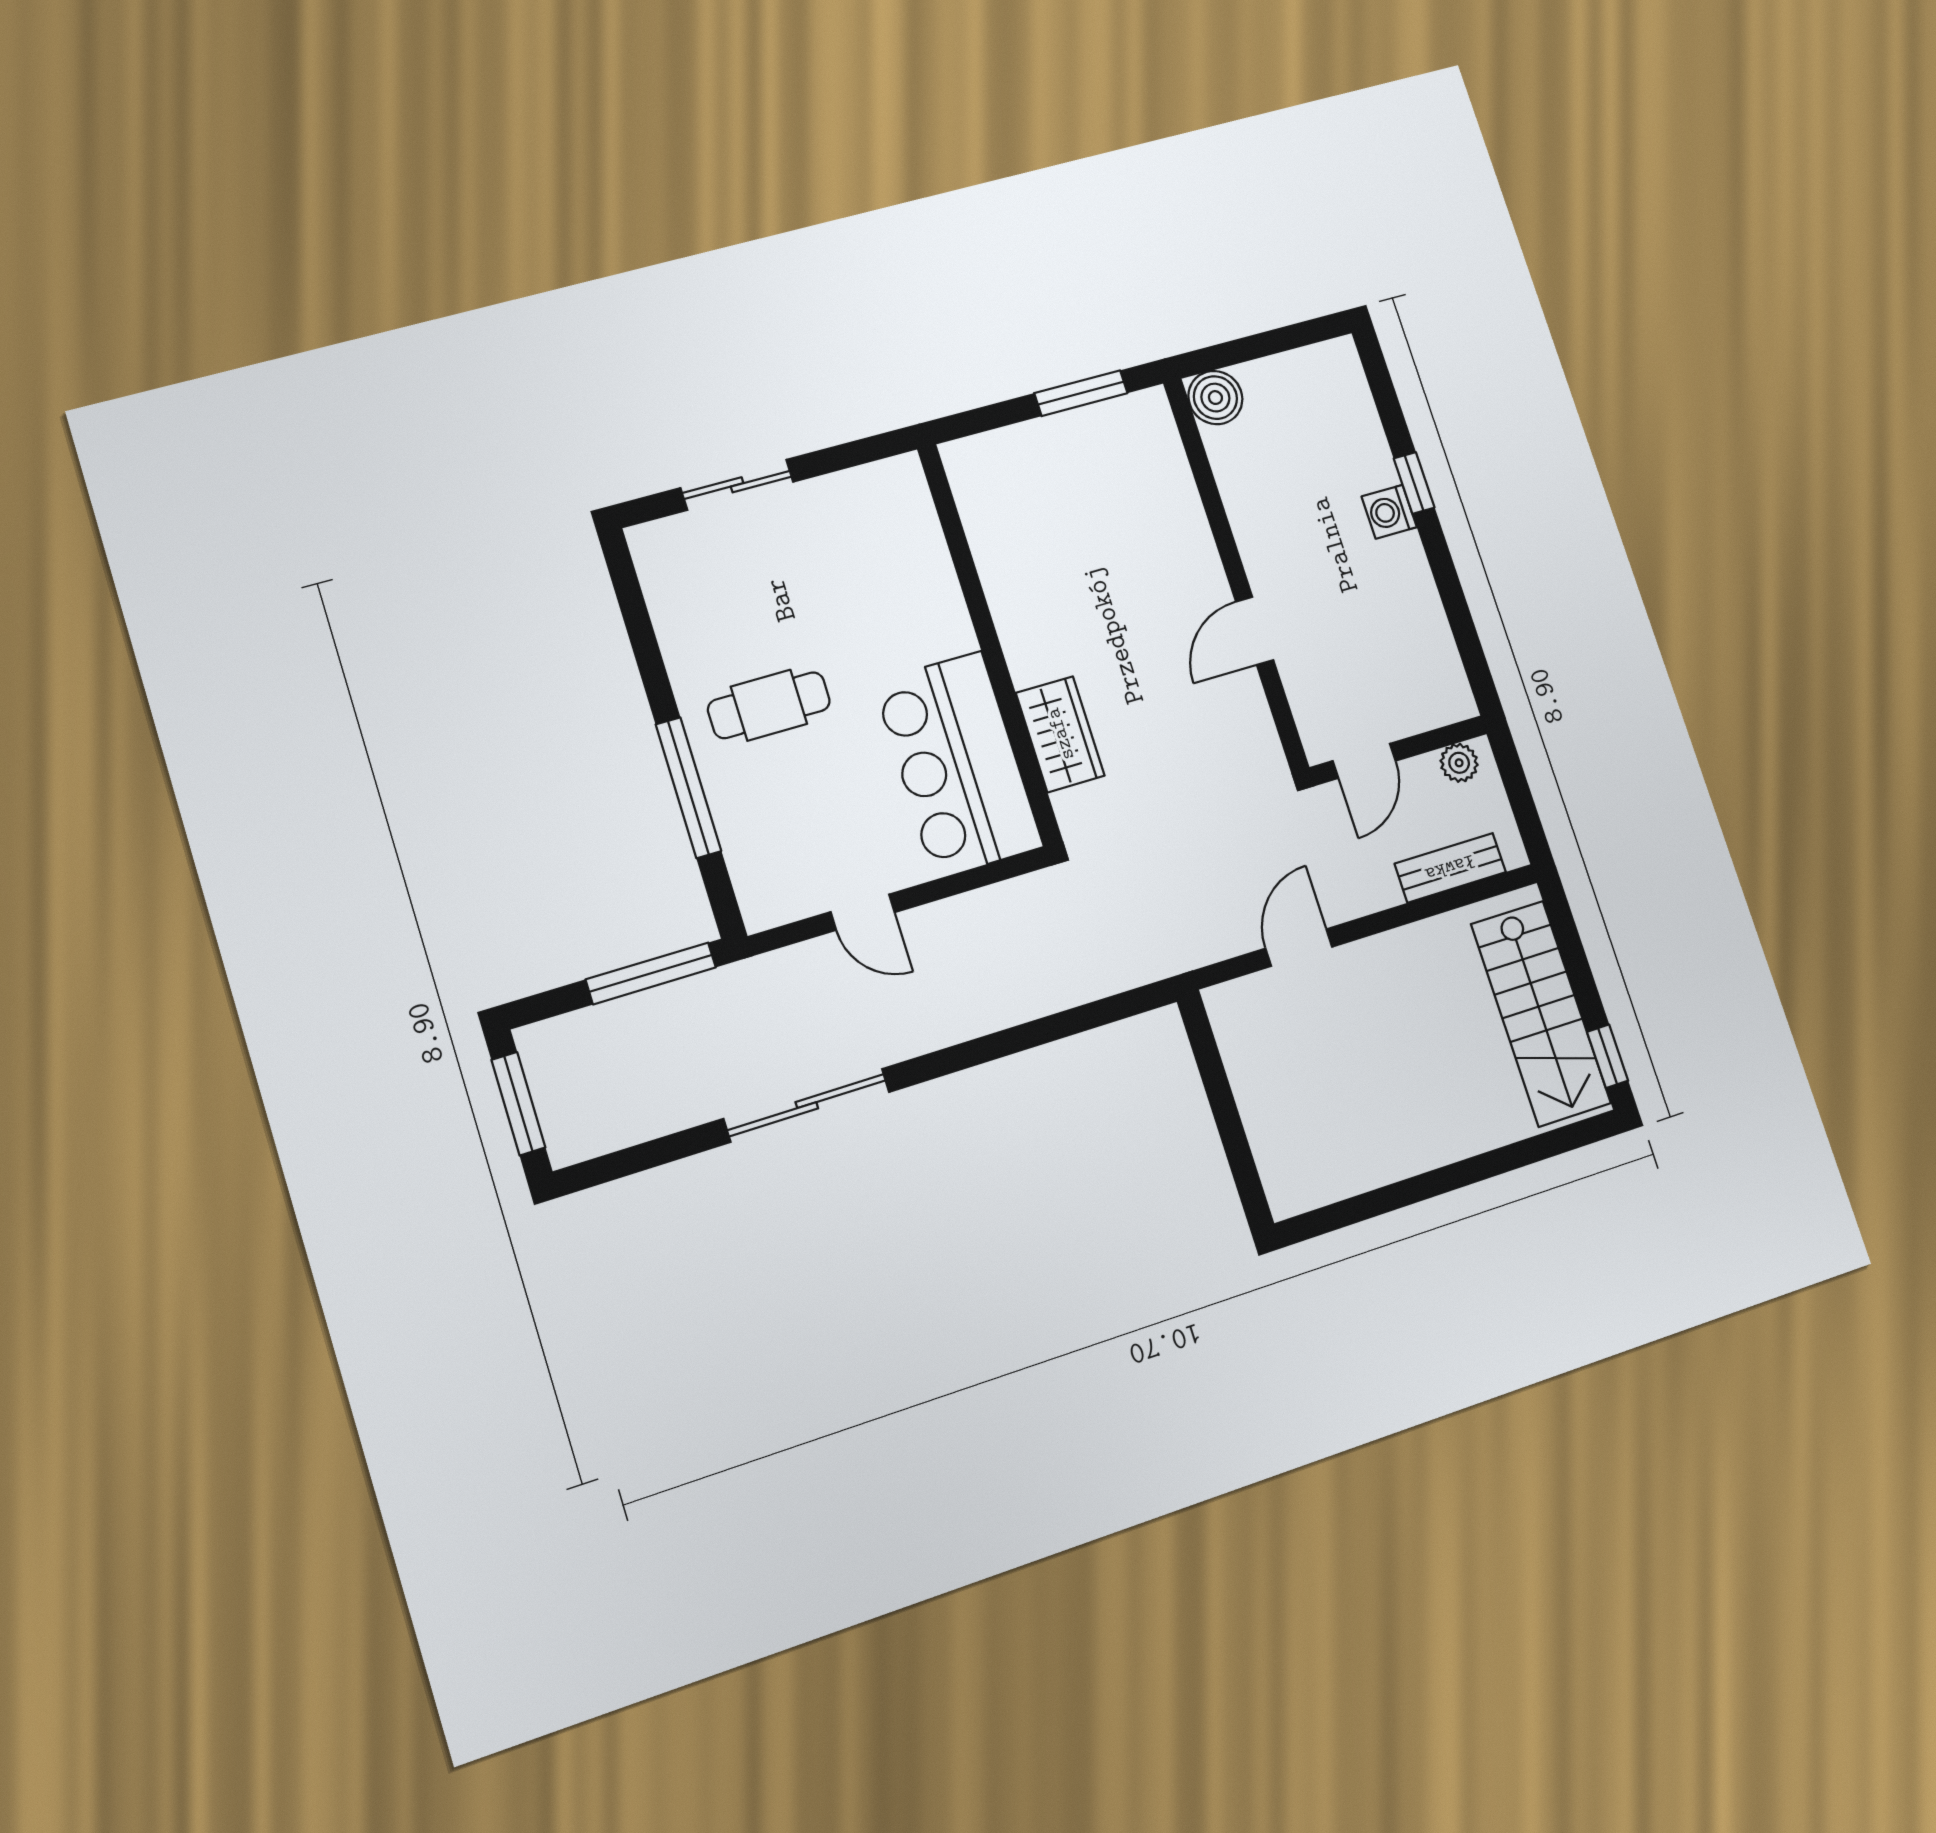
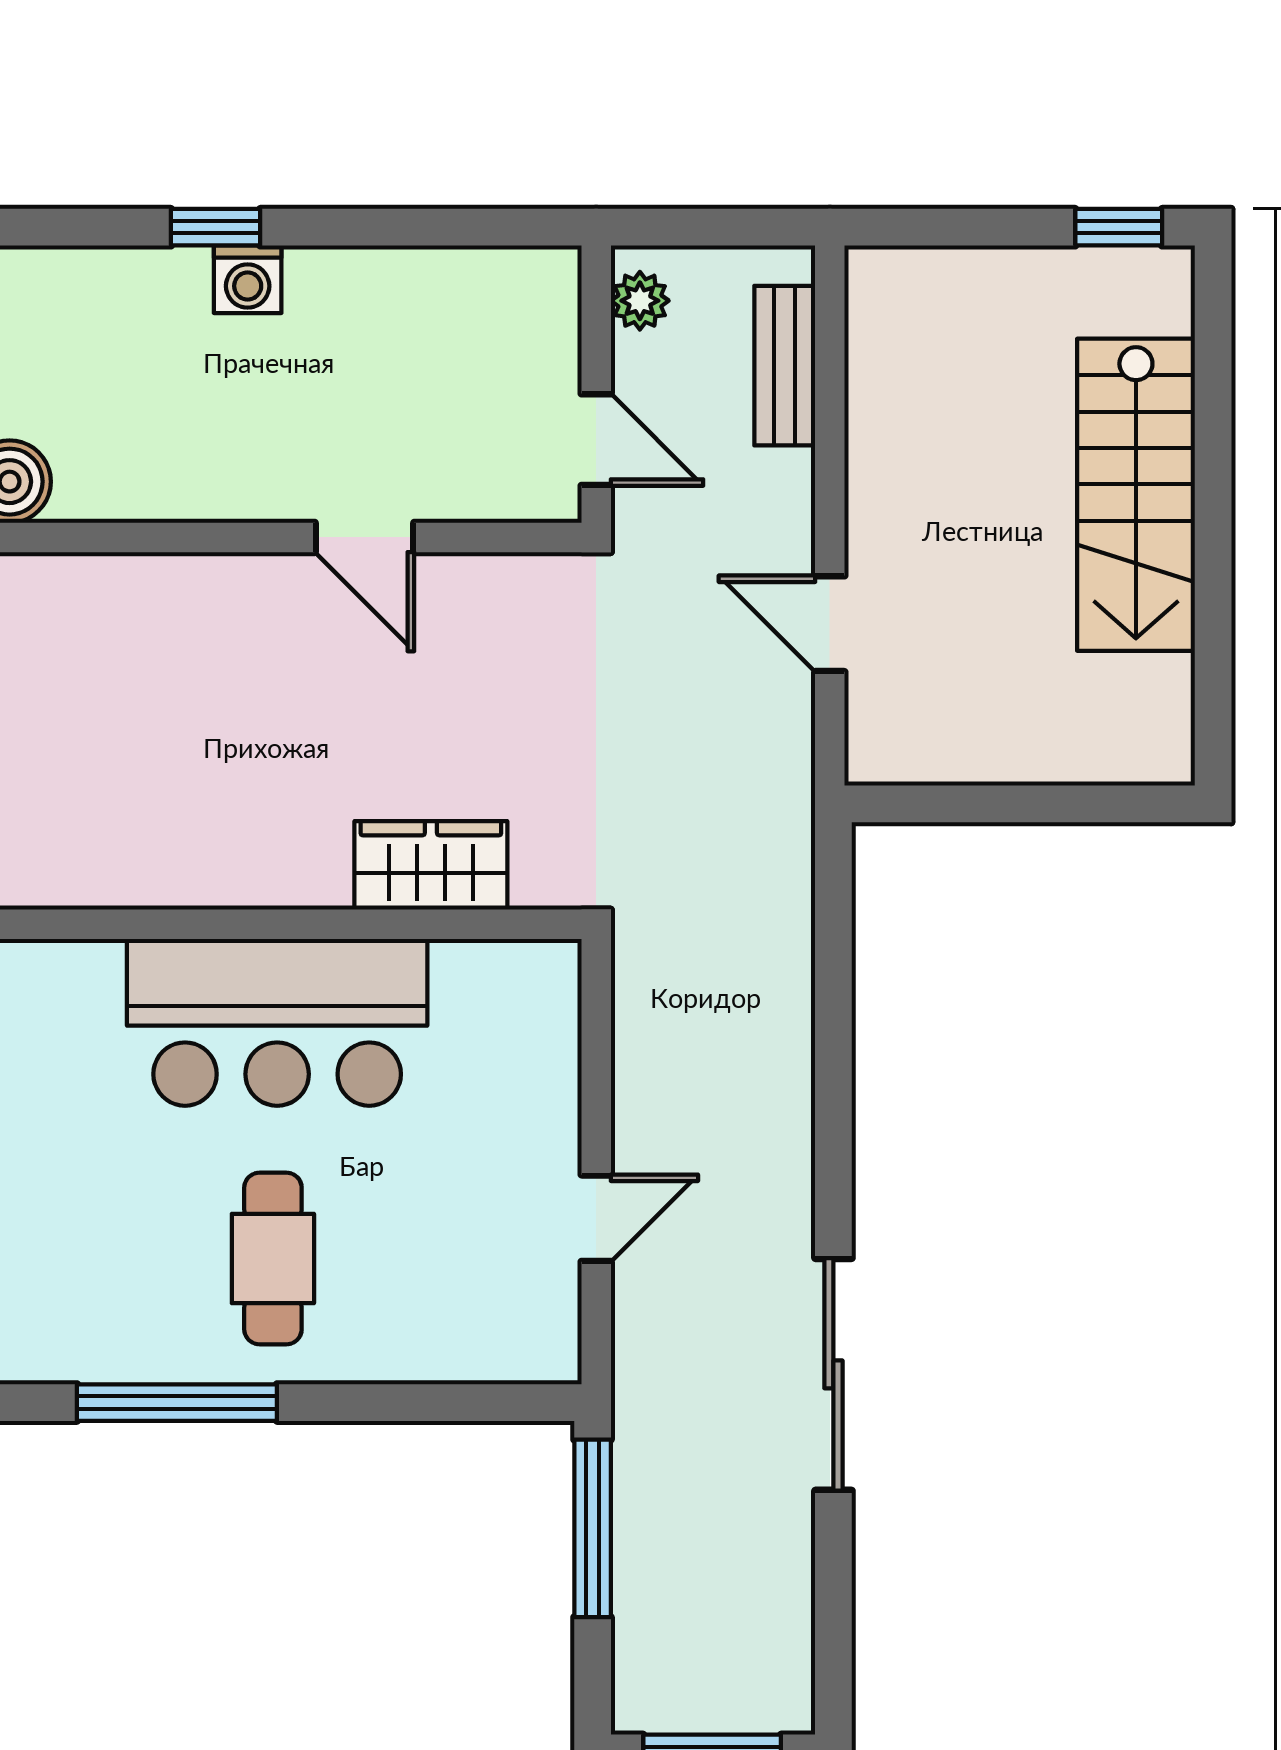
bar counter: (958, 764) -> (277, 1022), moved
window: (688, 788) -> (177, 1403), moved
stairs: (1541, 1013) -> (1136, 495), moved, turned 90

